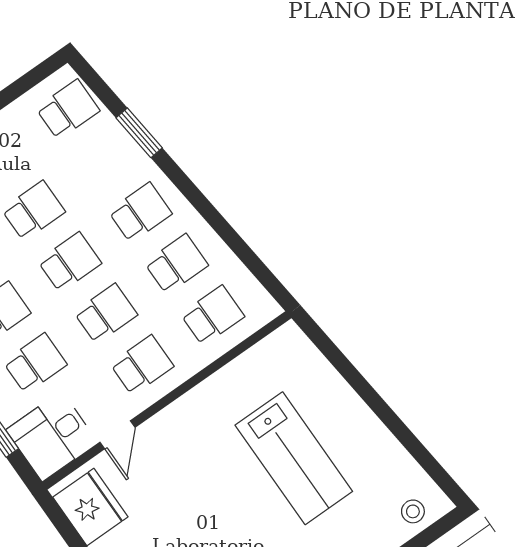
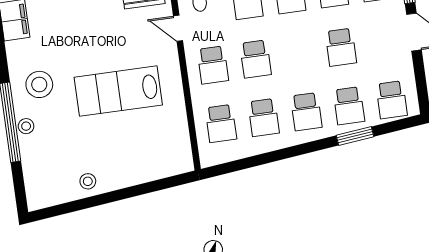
school desk: (70, 262) -> (349, 106), moved
lab bench: (294, 458) -> (118, 91), moved
stool: (413, 511) -> (88, 181), moved

